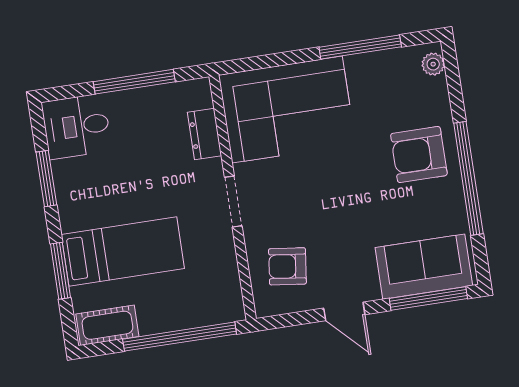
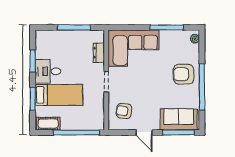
desk: (77, 126) -> (48, 71), moved

